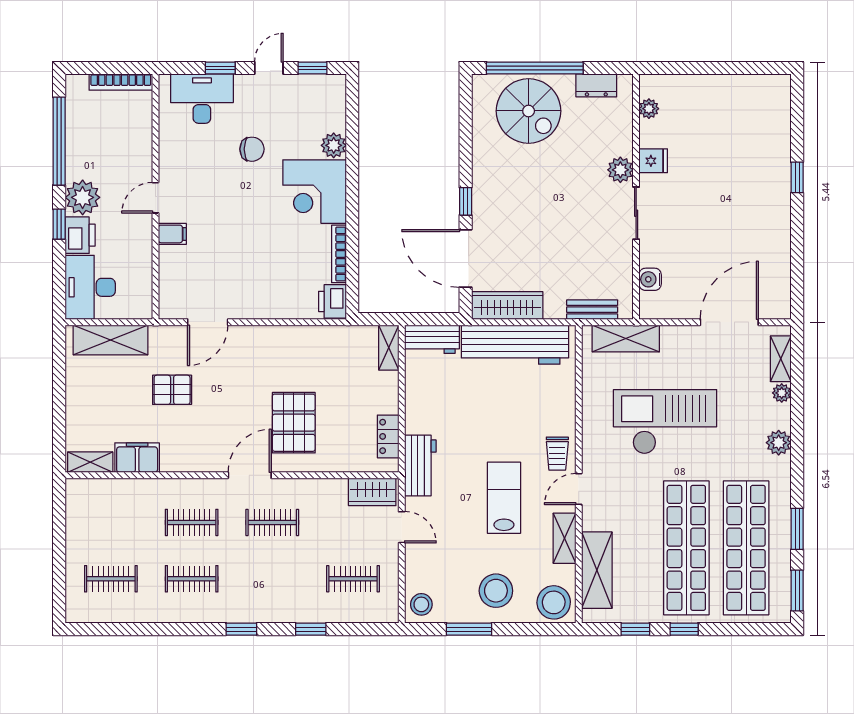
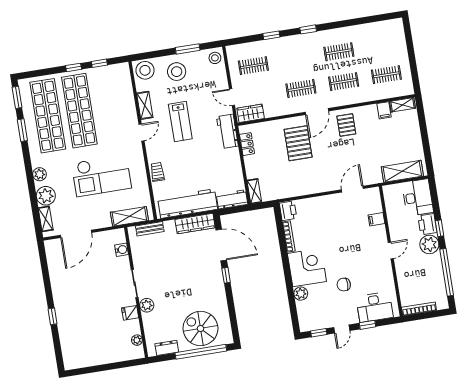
filing cabinet: (172, 234) -> (376, 219), moved
pallet: (172, 390) -> (346, 125), moved, turned 90
plant: (782, 393) -> (46, 196), width x1.88, depth x1.88
trolley: (557, 454) -> (157, 172), moved
filing cabinet: (137, 458) -> (384, 110), width x0.50
shelving: (597, 570) -> (125, 91), removed
clothes rail: (111, 579) -> (386, 75), moved

